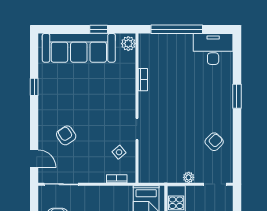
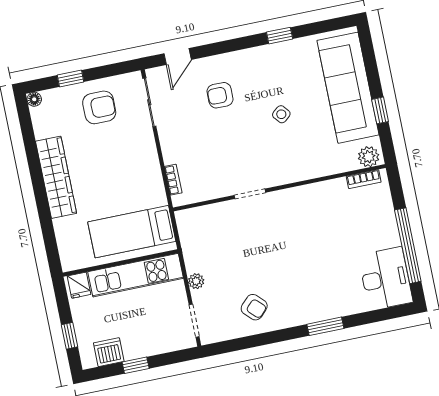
window: (177, 29) -> (408, 246), moved
bookcase: (143, 80) -> (364, 179), moved
armchair: (66, 135) -> (220, 95), turned -146
side table: (119, 152) -> (281, 114), moved

